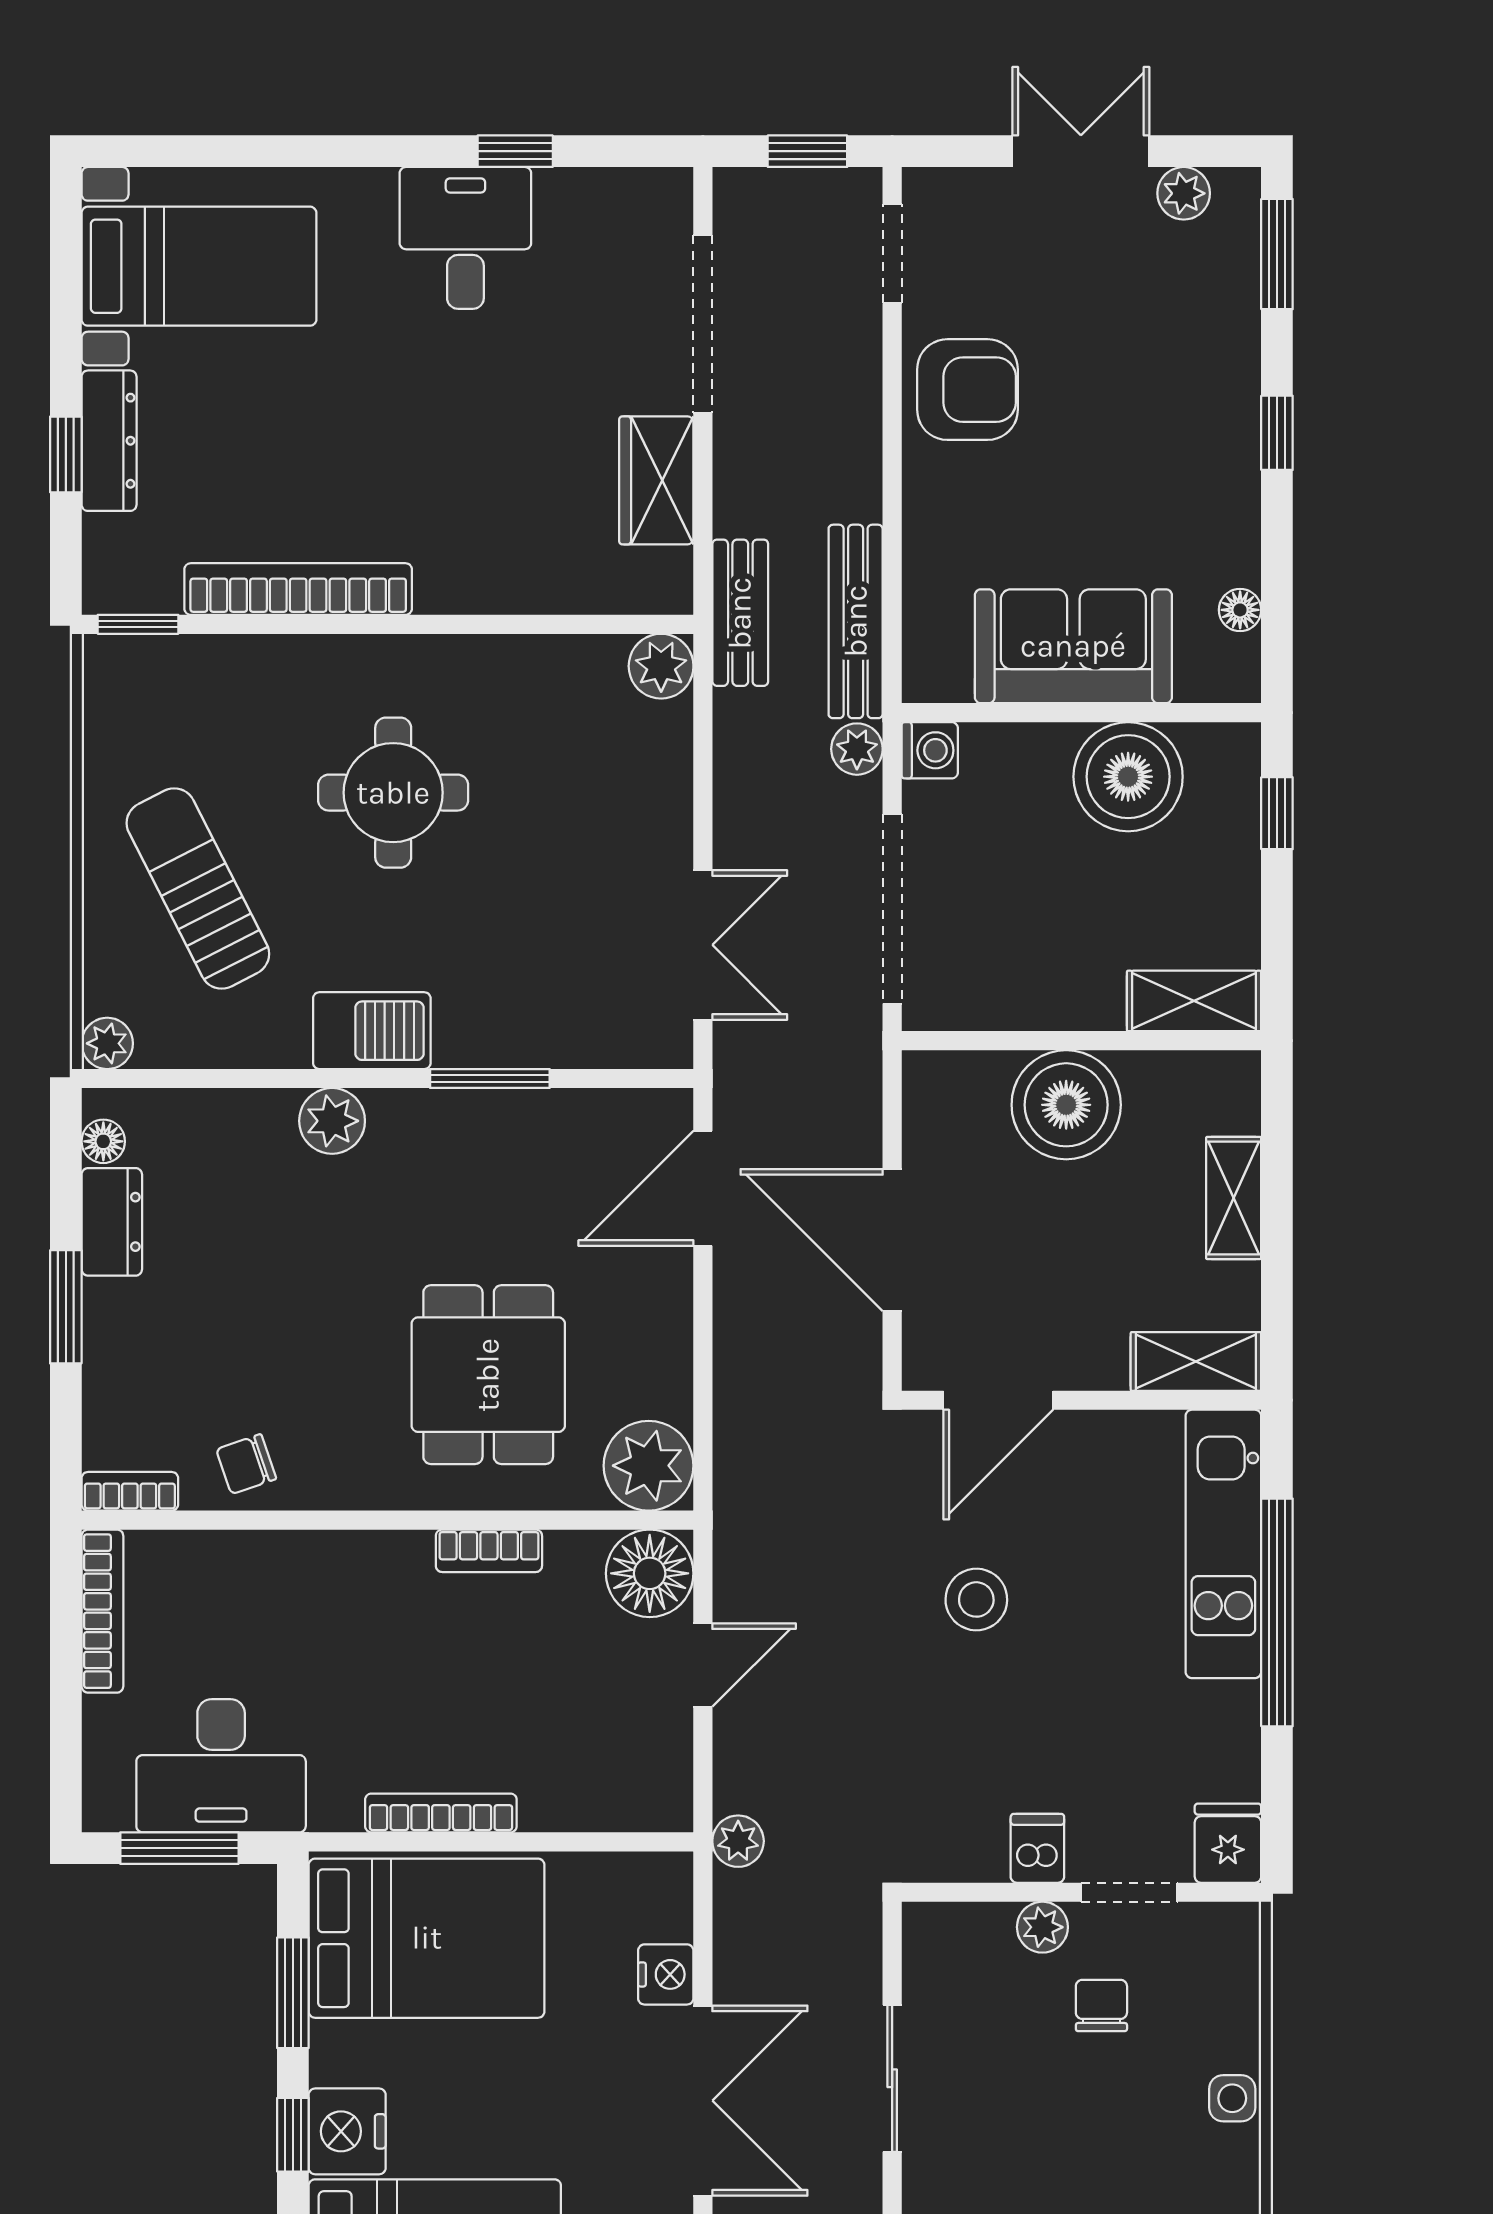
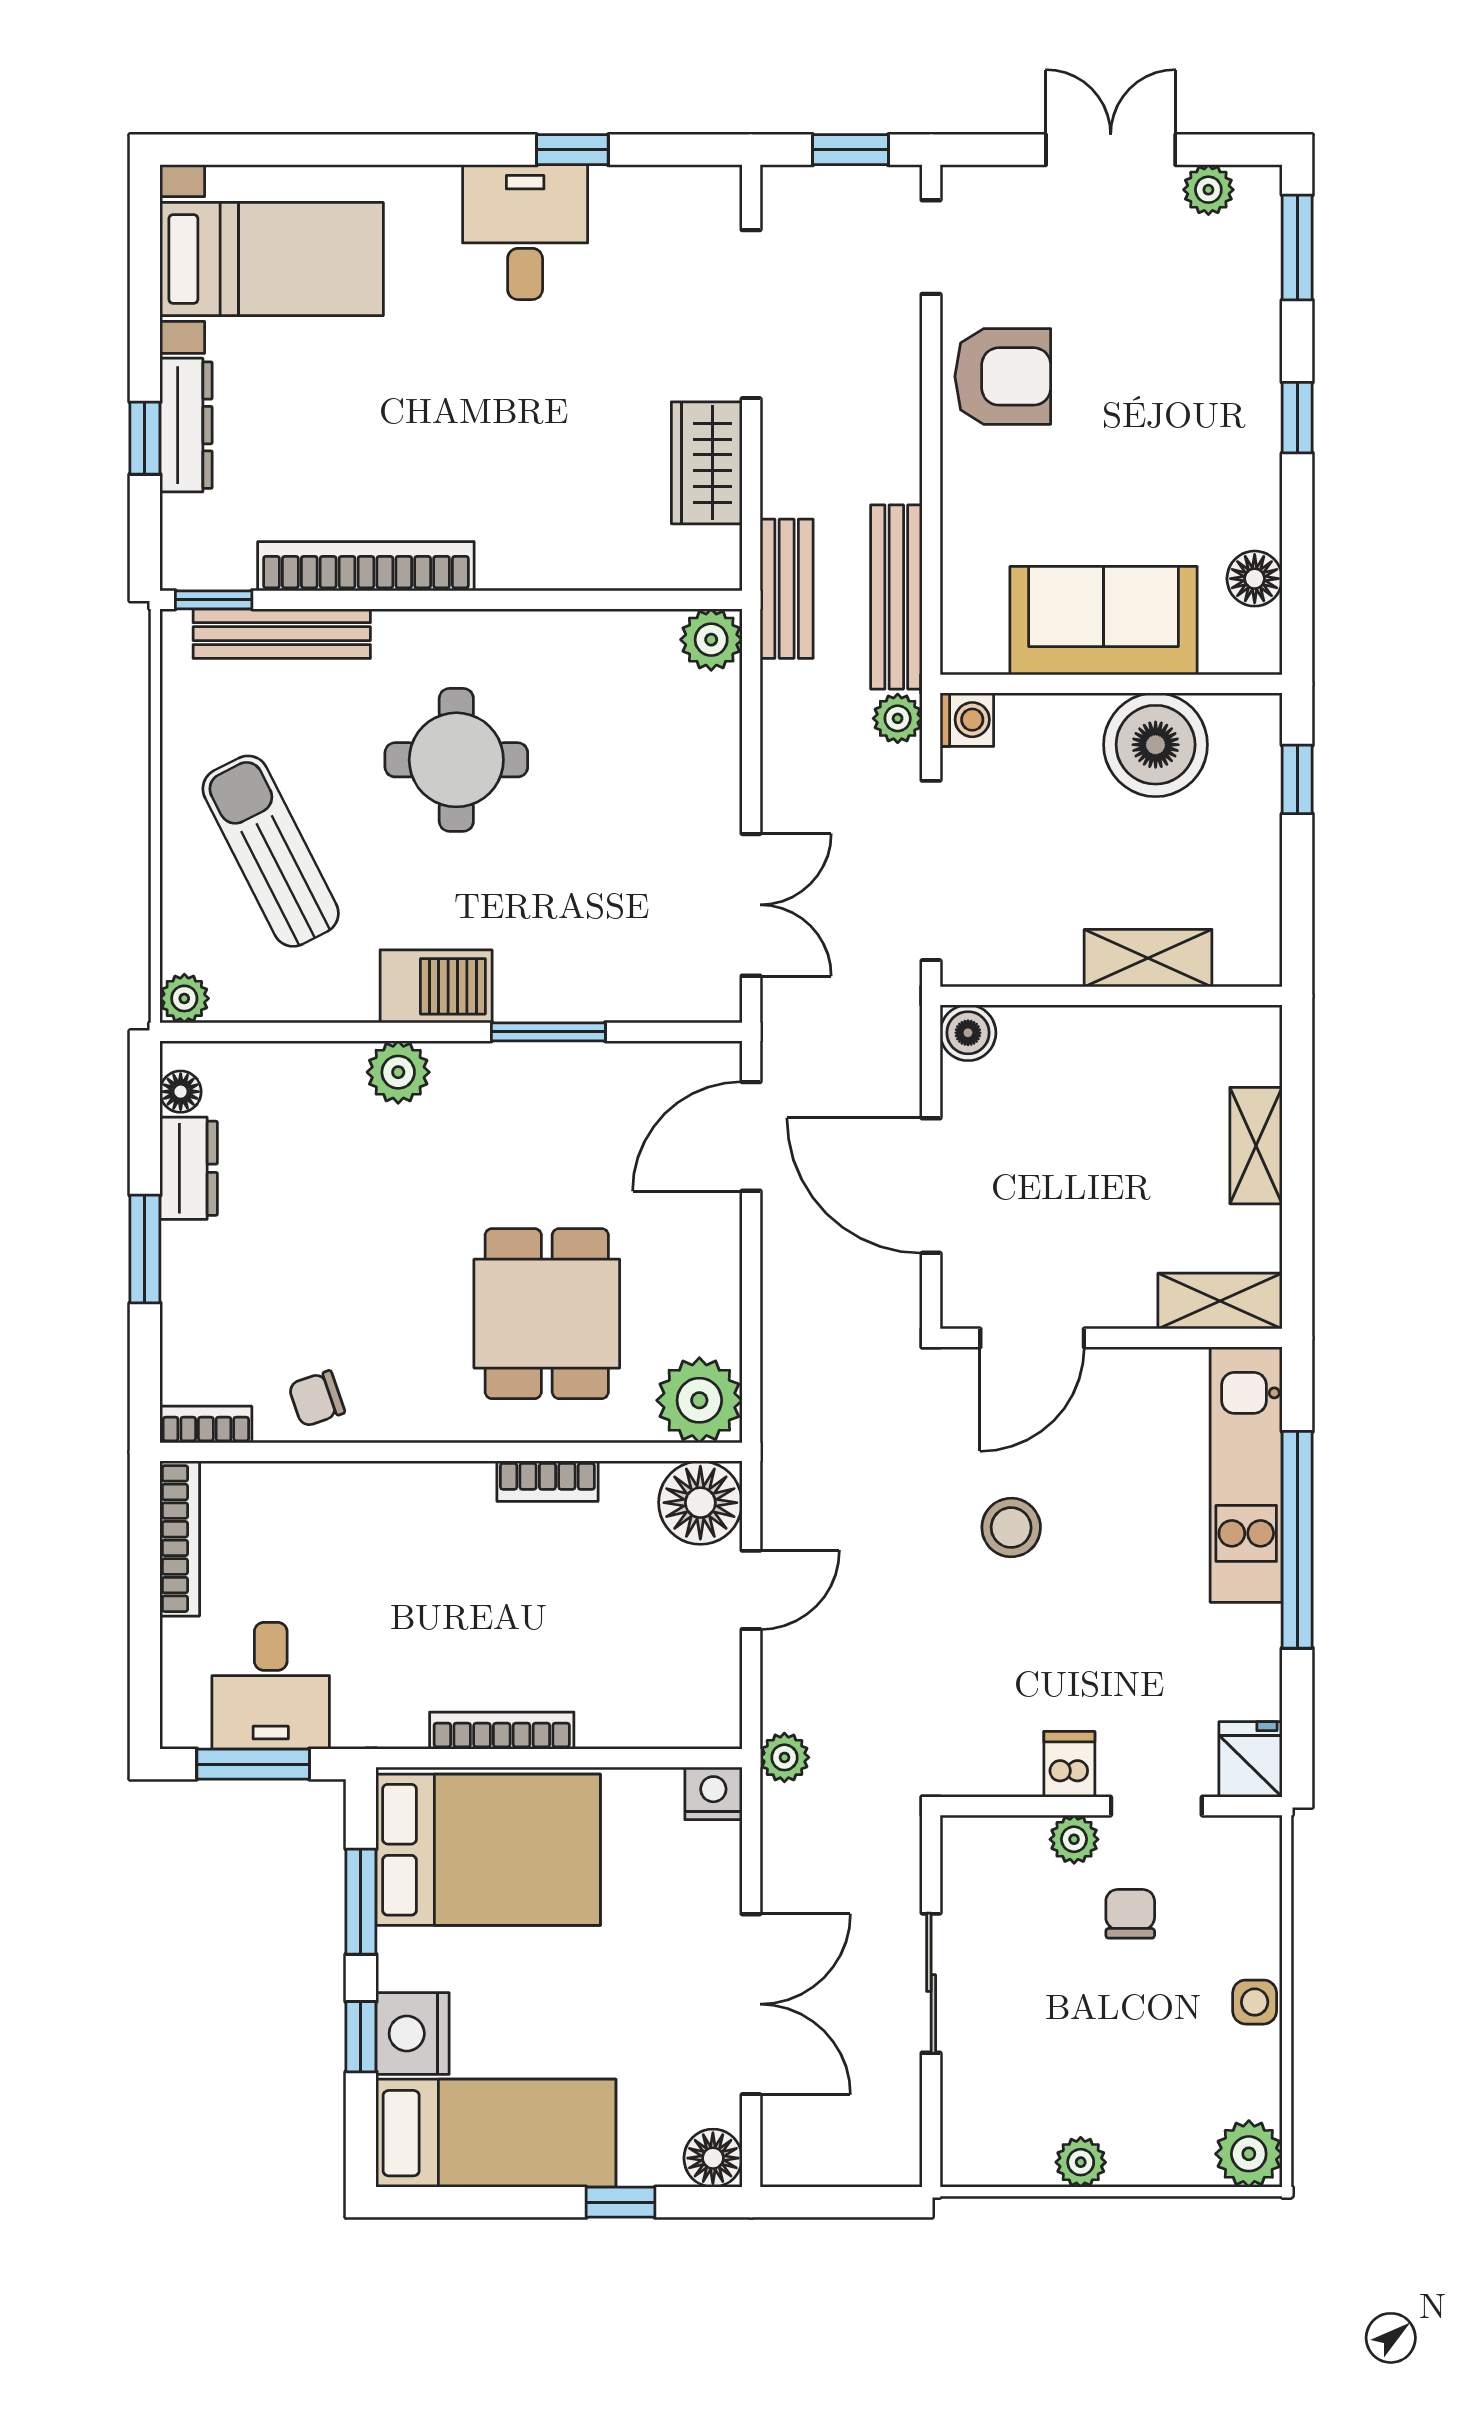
floor lamp: (1240, 610) -> (1255, 579), width x1.37, depth x1.37
bench: (210, 660) -> (282, 634), added
shelving: (1194, 1001) -> (1148, 958), moved
boiler: (1066, 1105) -> (968, 1033), moved, width x0.54, depth x0.54
desk: (221, 1766) -> (271, 1686), width x0.73
nightstand: (666, 1974) -> (713, 1793), moved, turned -90

